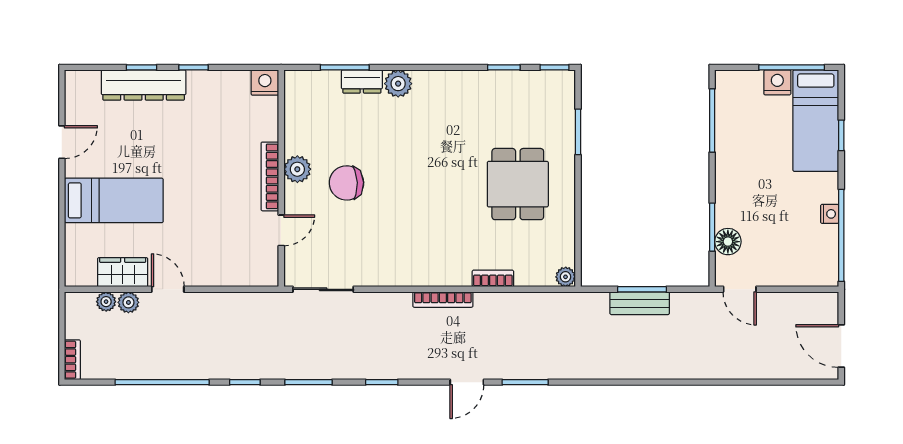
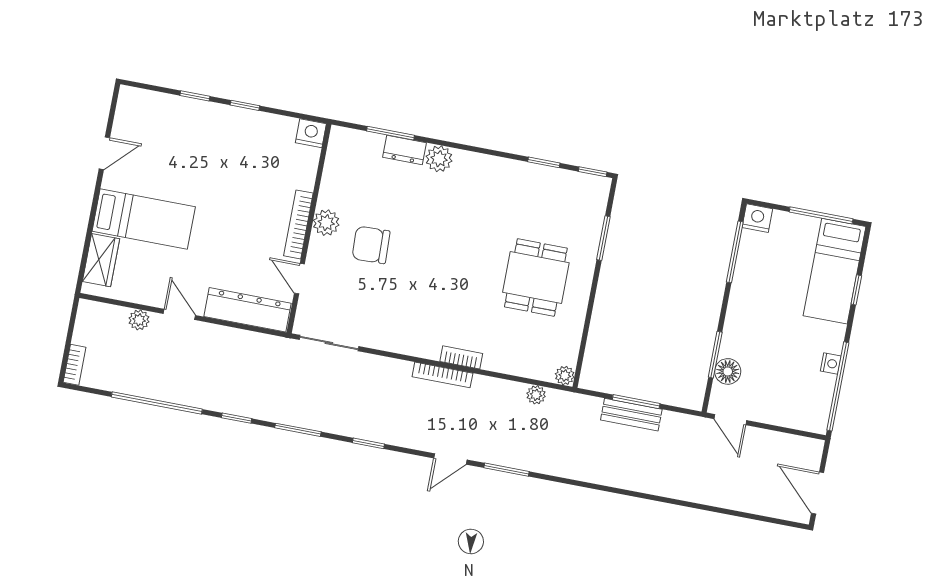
nightstand: (777, 82) -> (757, 218), moved
dresser: (144, 85) -> (248, 310), moved, turned 180
door: (281, 230) -> (299, 279), swing flipped
wardrobe: (123, 272) -> (101, 260), moved, turned 90
bookcase: (493, 278) -> (461, 357), moved
plant: (106, 302) -> (536, 395), moved

